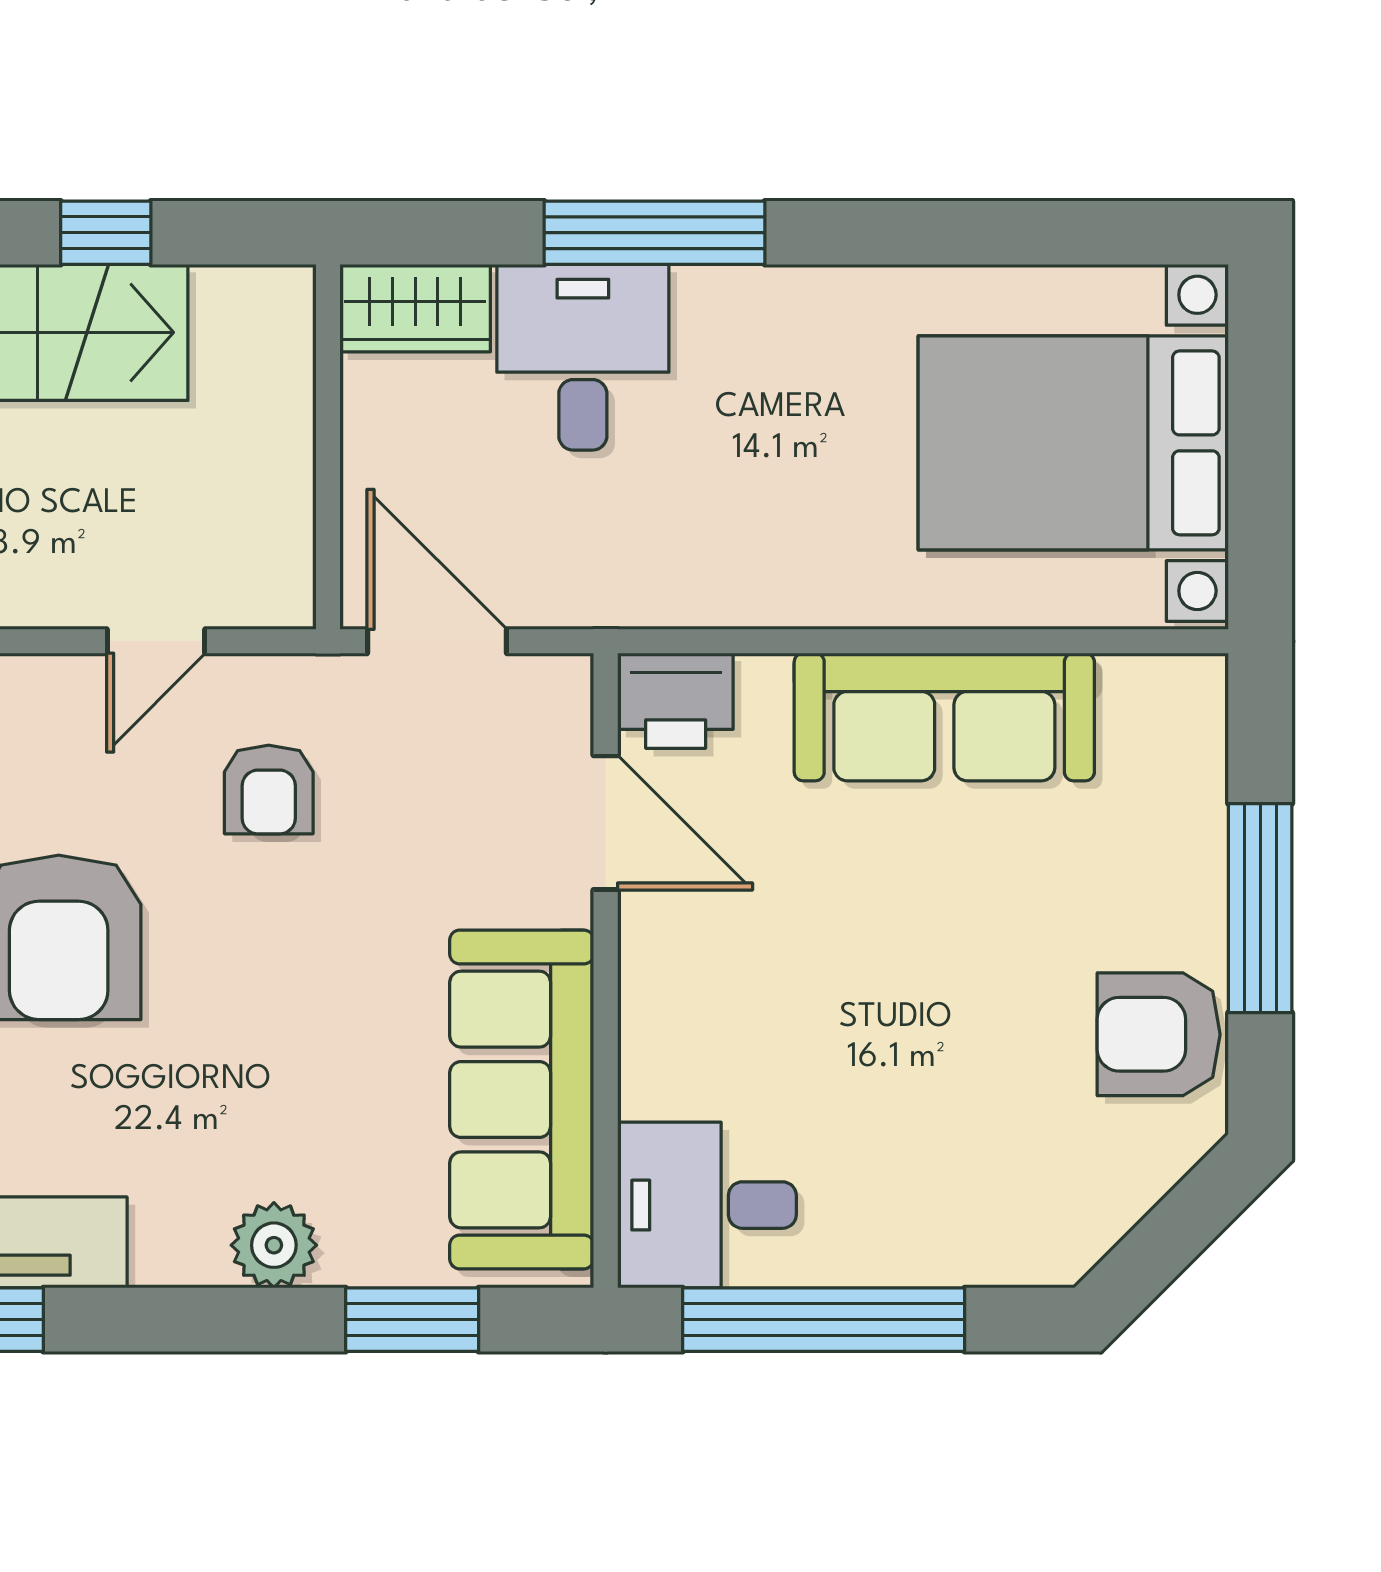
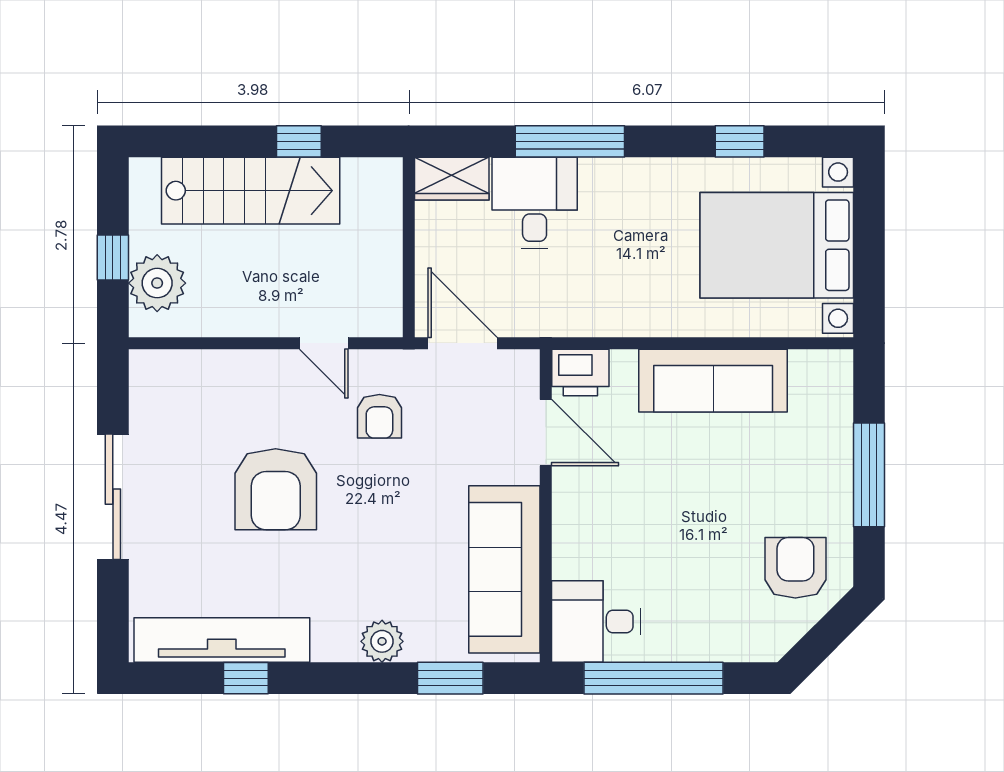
window: (998, 233) -> (740, 141), added
door: (156, 641) -> (324, 343), hinge flipped
armchair: (1159, 1034) -> (795, 568), moved, turned 90

